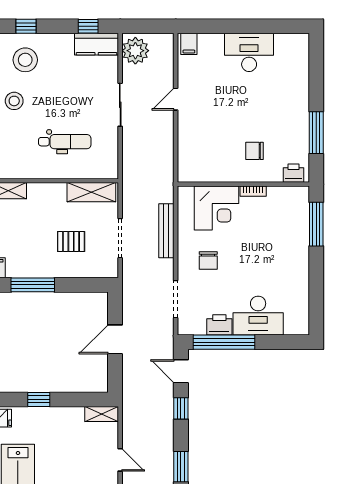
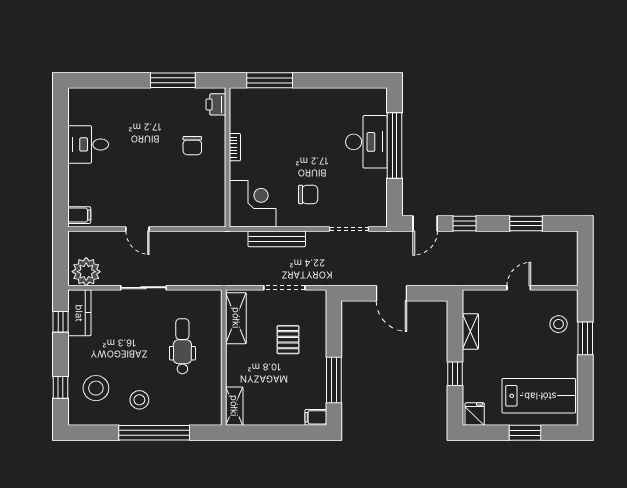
desk: (249, 52) -> (88, 144), width x0.73
corner desk: (217, 208) -> (253, 204), moved
printer: (219, 325) -> (376, 183), removed
window: (224, 342) -> (394, 146), moved
shelving: (102, 414) -> (470, 331), moved

